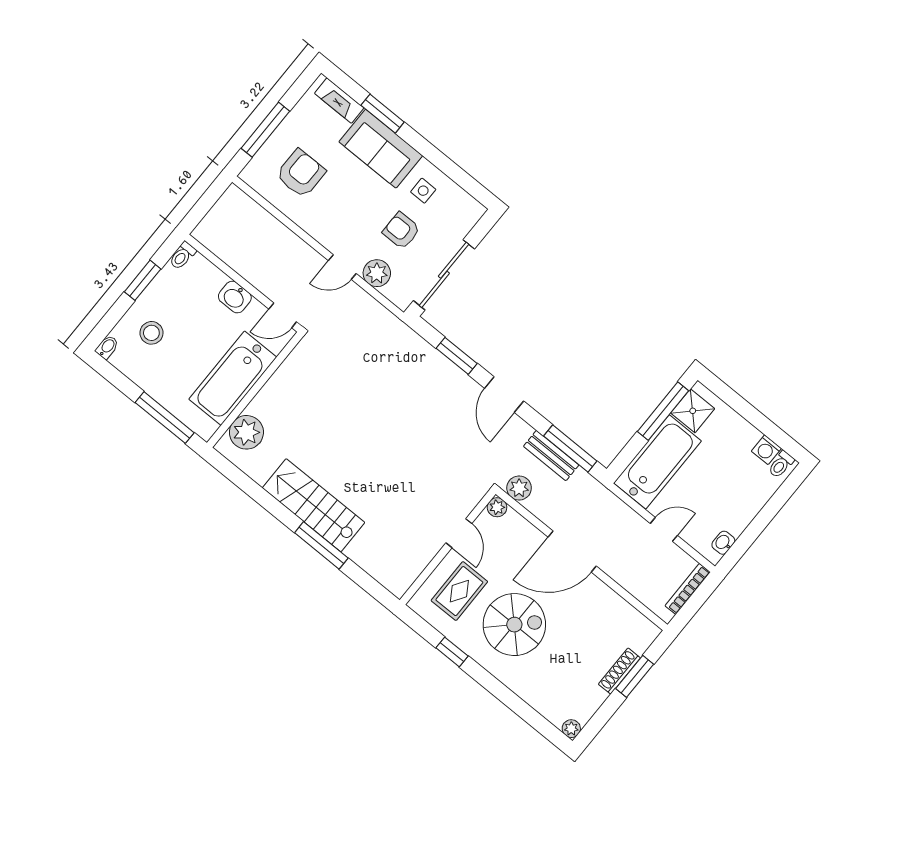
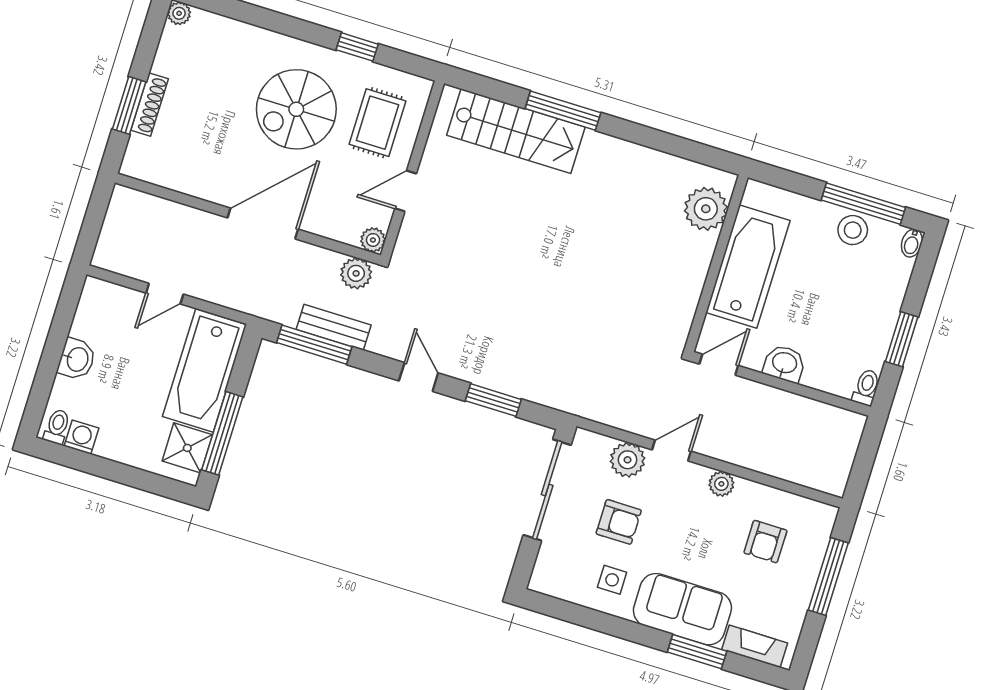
armchair: (301, 173) -> (765, 542), width x0.72, depth x0.72
plant: (316, 228) -> (721, 484), added
stool: (151, 333) -> (853, 230), moved
door: (504, 395) -> (419, 377), width x0.73
window: (165, 418) -> (863, 204), moved
stairs: (313, 505) -> (516, 131), moved
door: (459, 533) -> (406, 191), hinge flipped
washbasin: (723, 543) -> (77, 359), moved, width x1.38, depth x1.45
bookcase: (688, 589) -> (108, 235), removed

